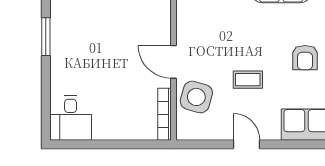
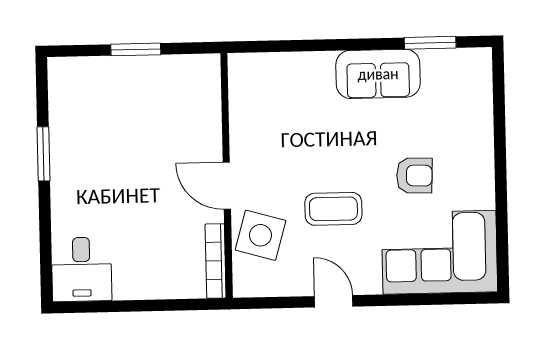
armchair: (305, 58) -> (414, 175), turned -88
coffee table: (248, 80) -> (333, 209), width x1.36, depth x1.30

